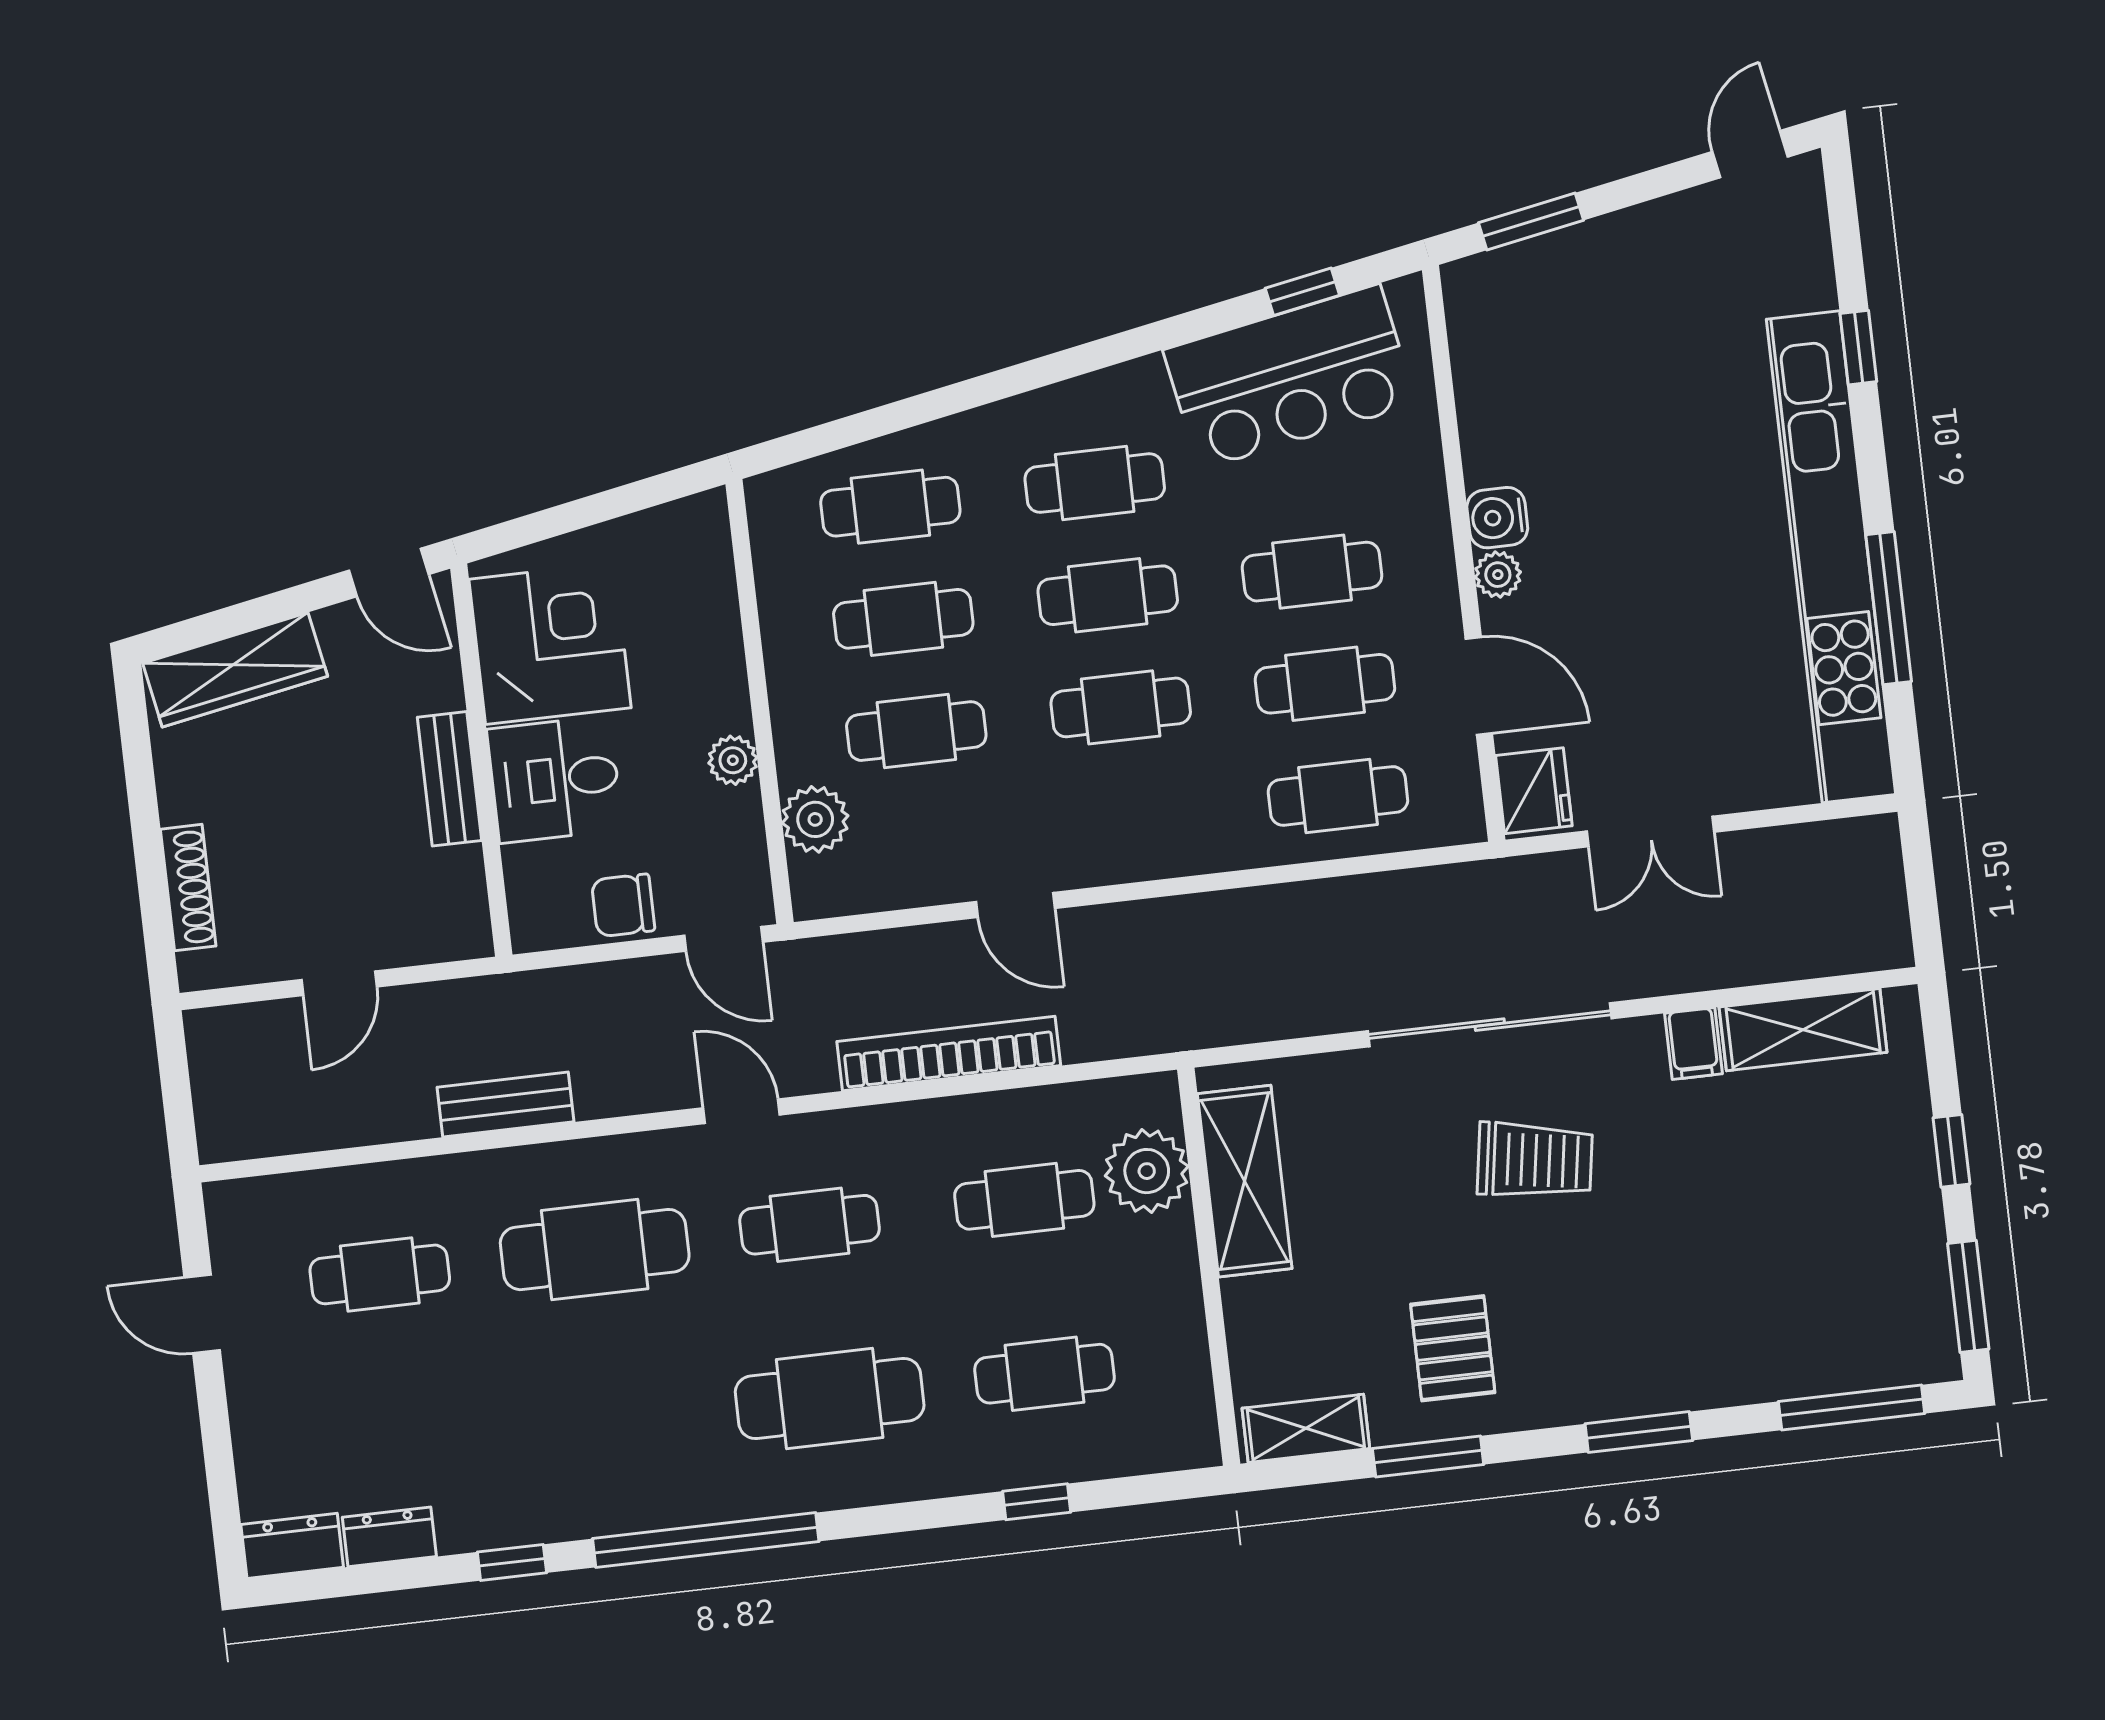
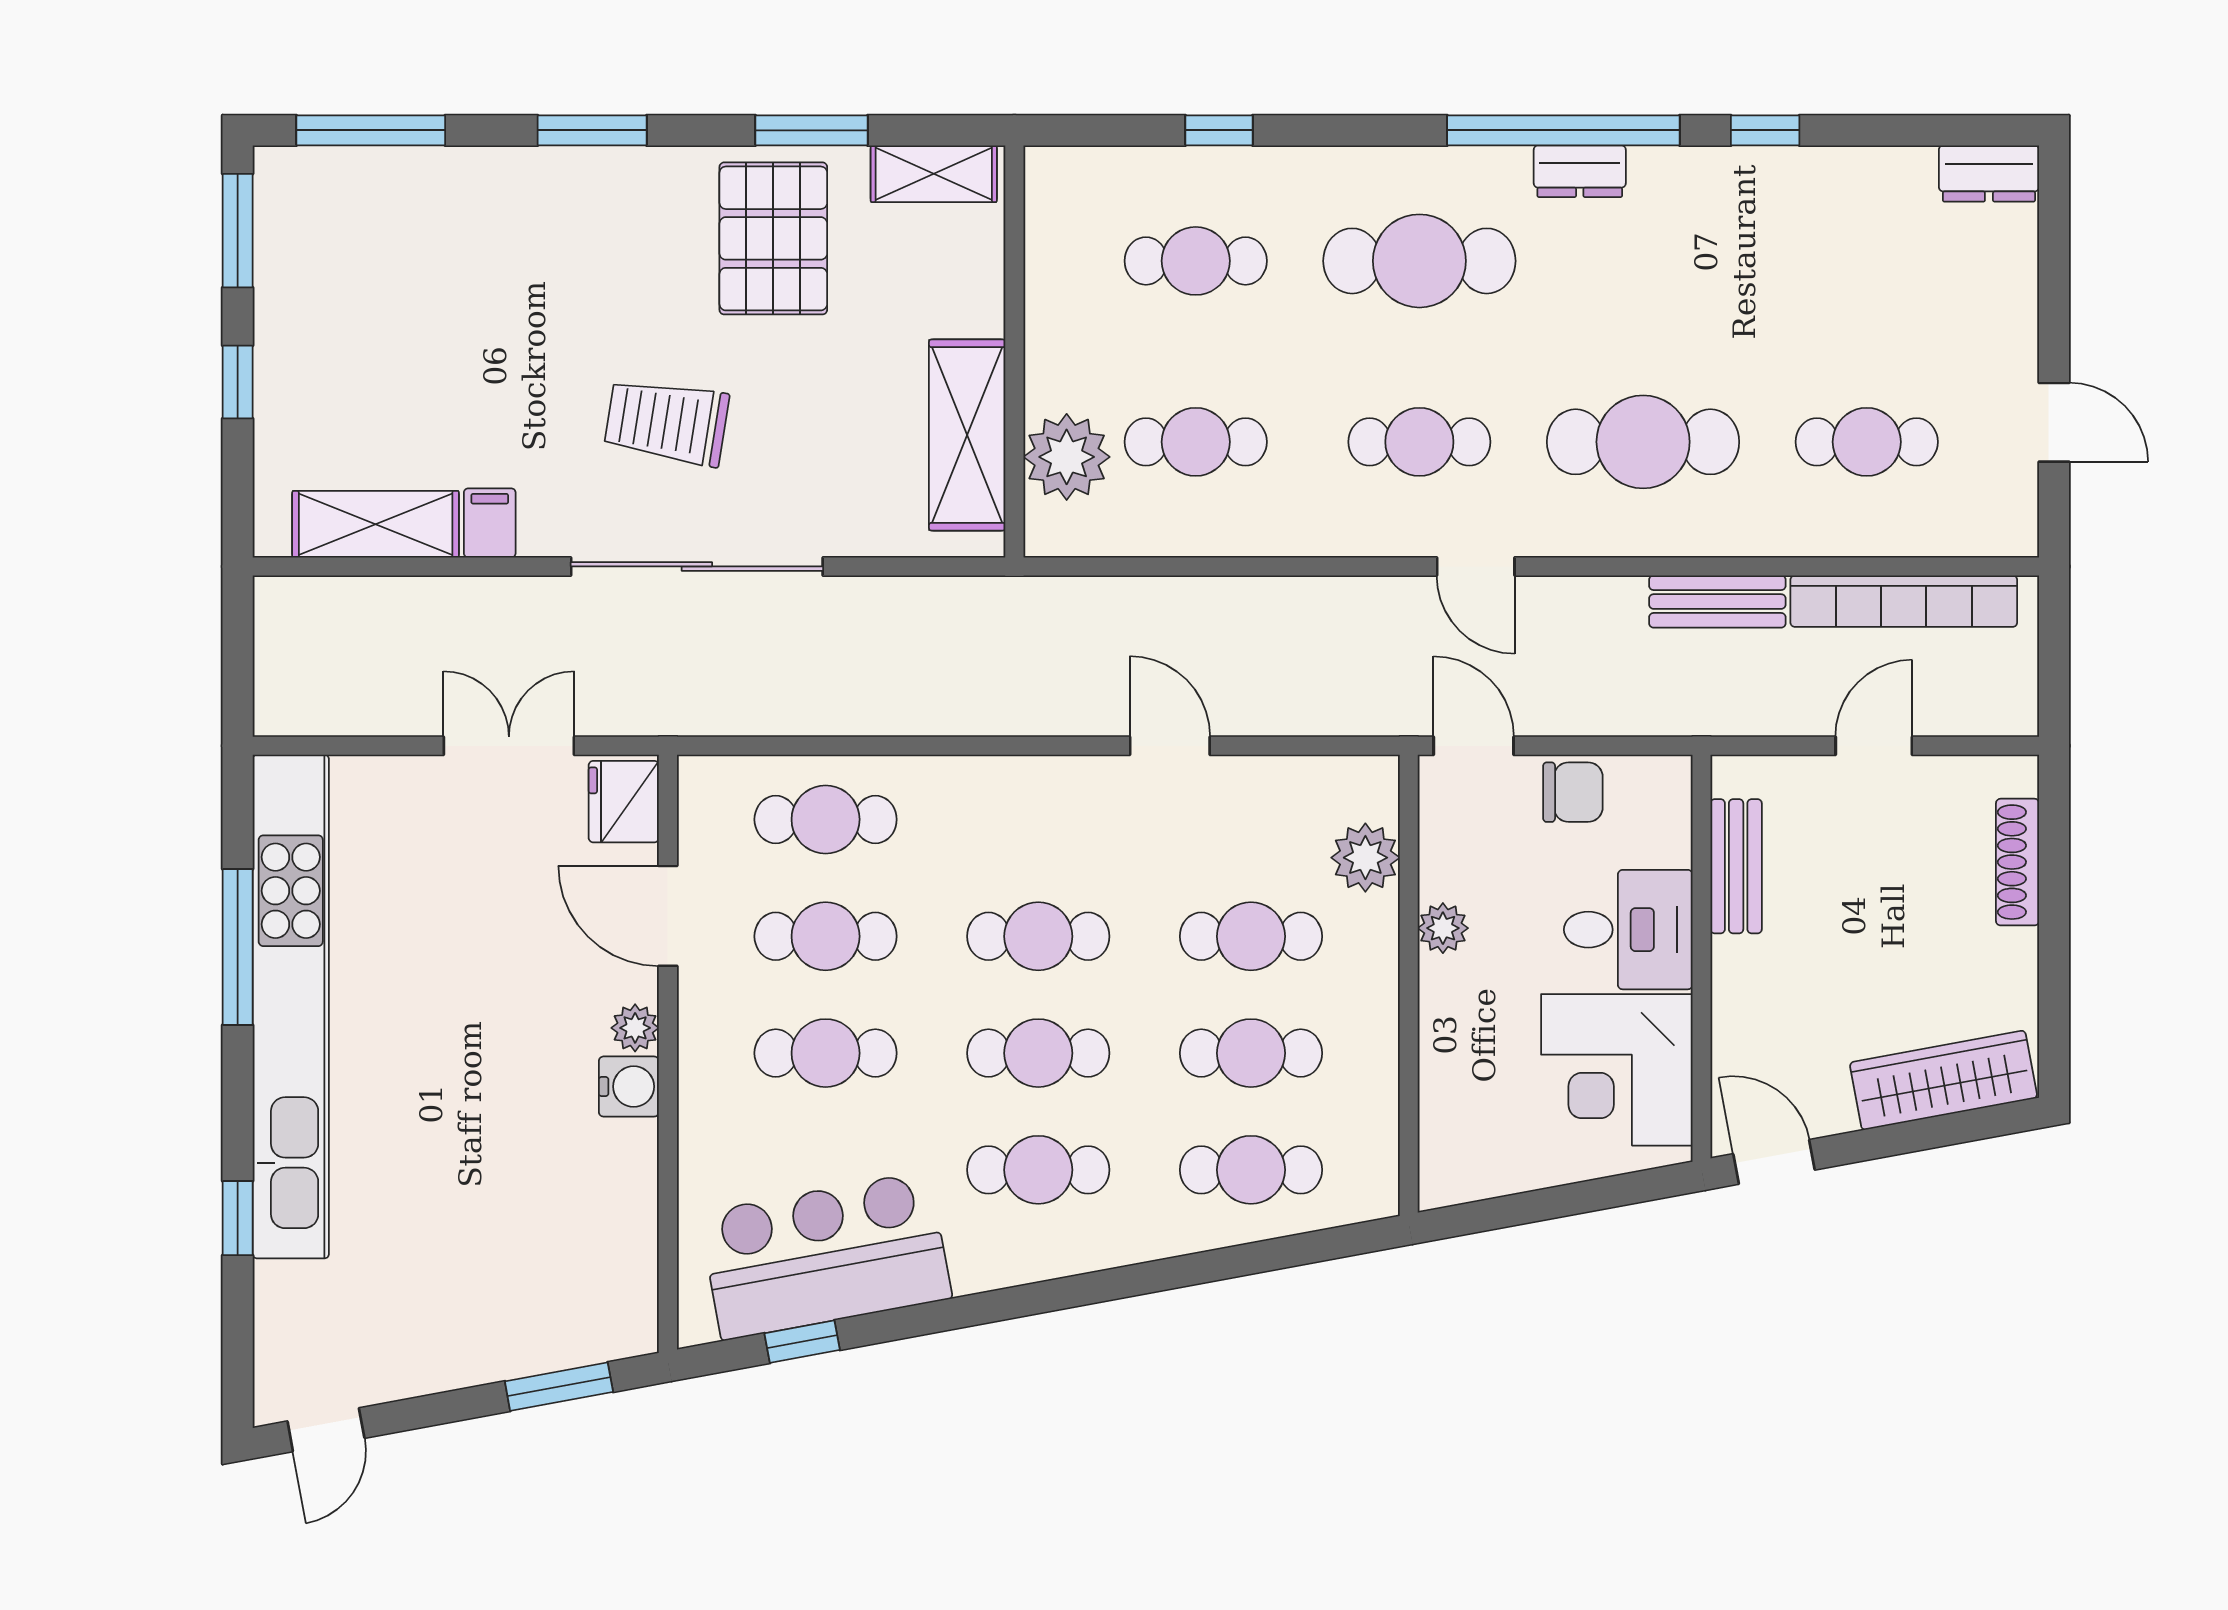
bench: (450, 779) -> (1736, 866), moved
bookcase: (949, 1053) -> (1904, 601), moved
pallet: (1453, 1348) -> (773, 238), width x1.50, depth x1.42
dresser: (389, 1537) -> (1580, 171), moved

